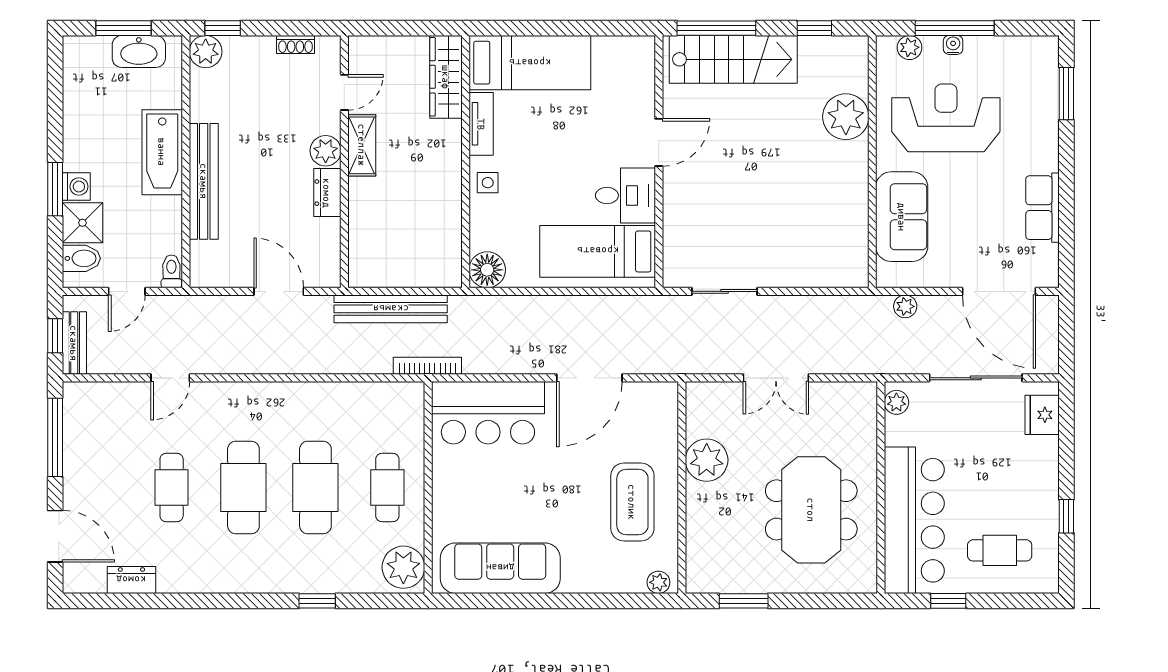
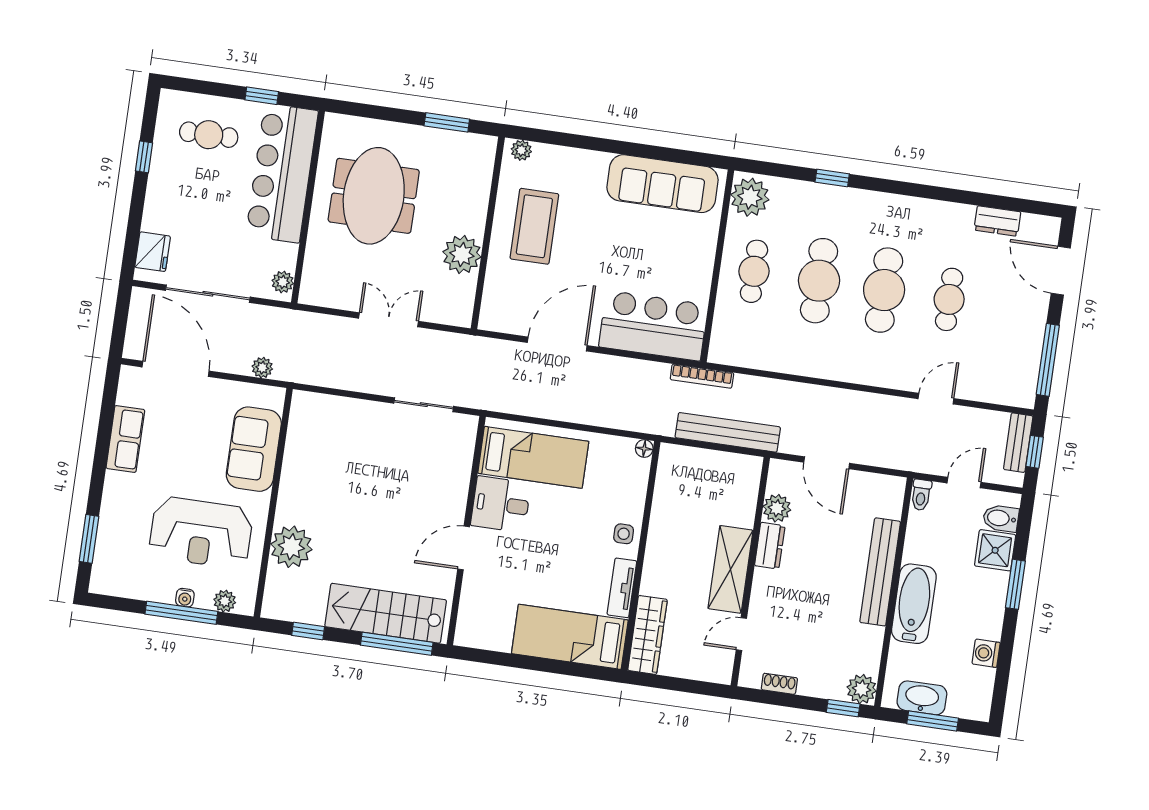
shelving: (362, 145) -> (730, 569), width x1.50, depth x1.33
plant: (326, 151) -> (777, 508), moved
washing machine: (76, 187) -> (986, 653), moved
floor lamp: (487, 270) -> (644, 449), width x0.53, depth x0.53

